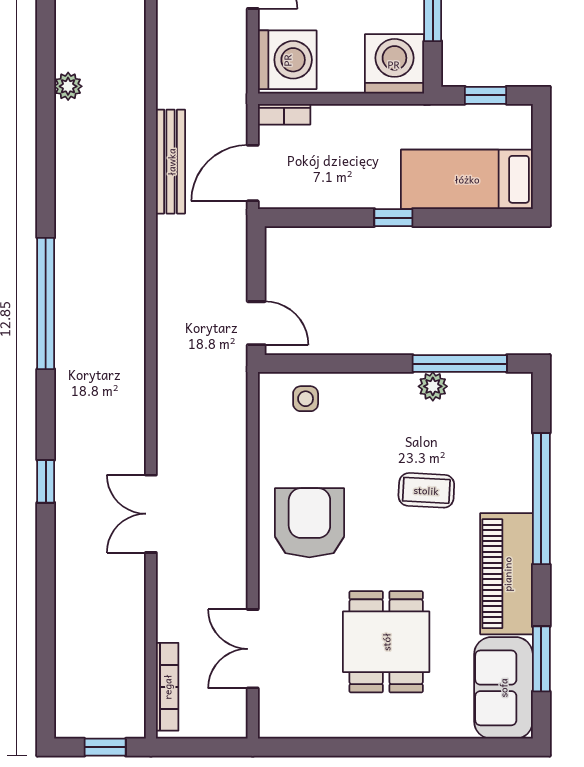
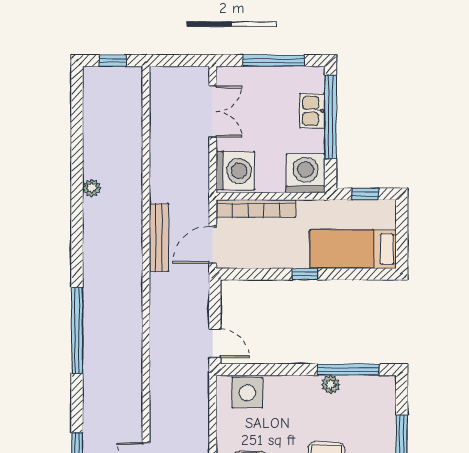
bookcase: (284, 114) -> (256, 209), width x2.31, depth x1.31
side table: (306, 399) -> (247, 393), width x1.87, depth x1.87

